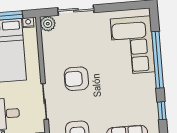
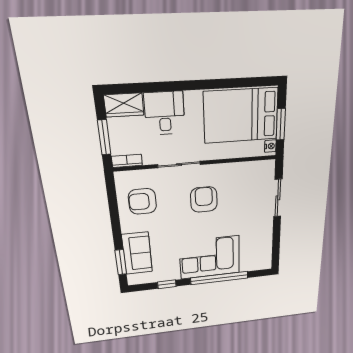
plant: (48, 24) -> (267, 168), removed
corner sofa: (133, 45) -> (210, 257), moved

